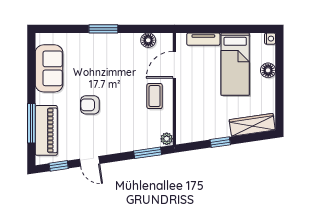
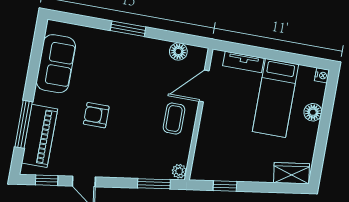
wardrobe: (252, 125) -> (291, 173), width x0.67
window: (220, 142) -> (225, 186), moved

